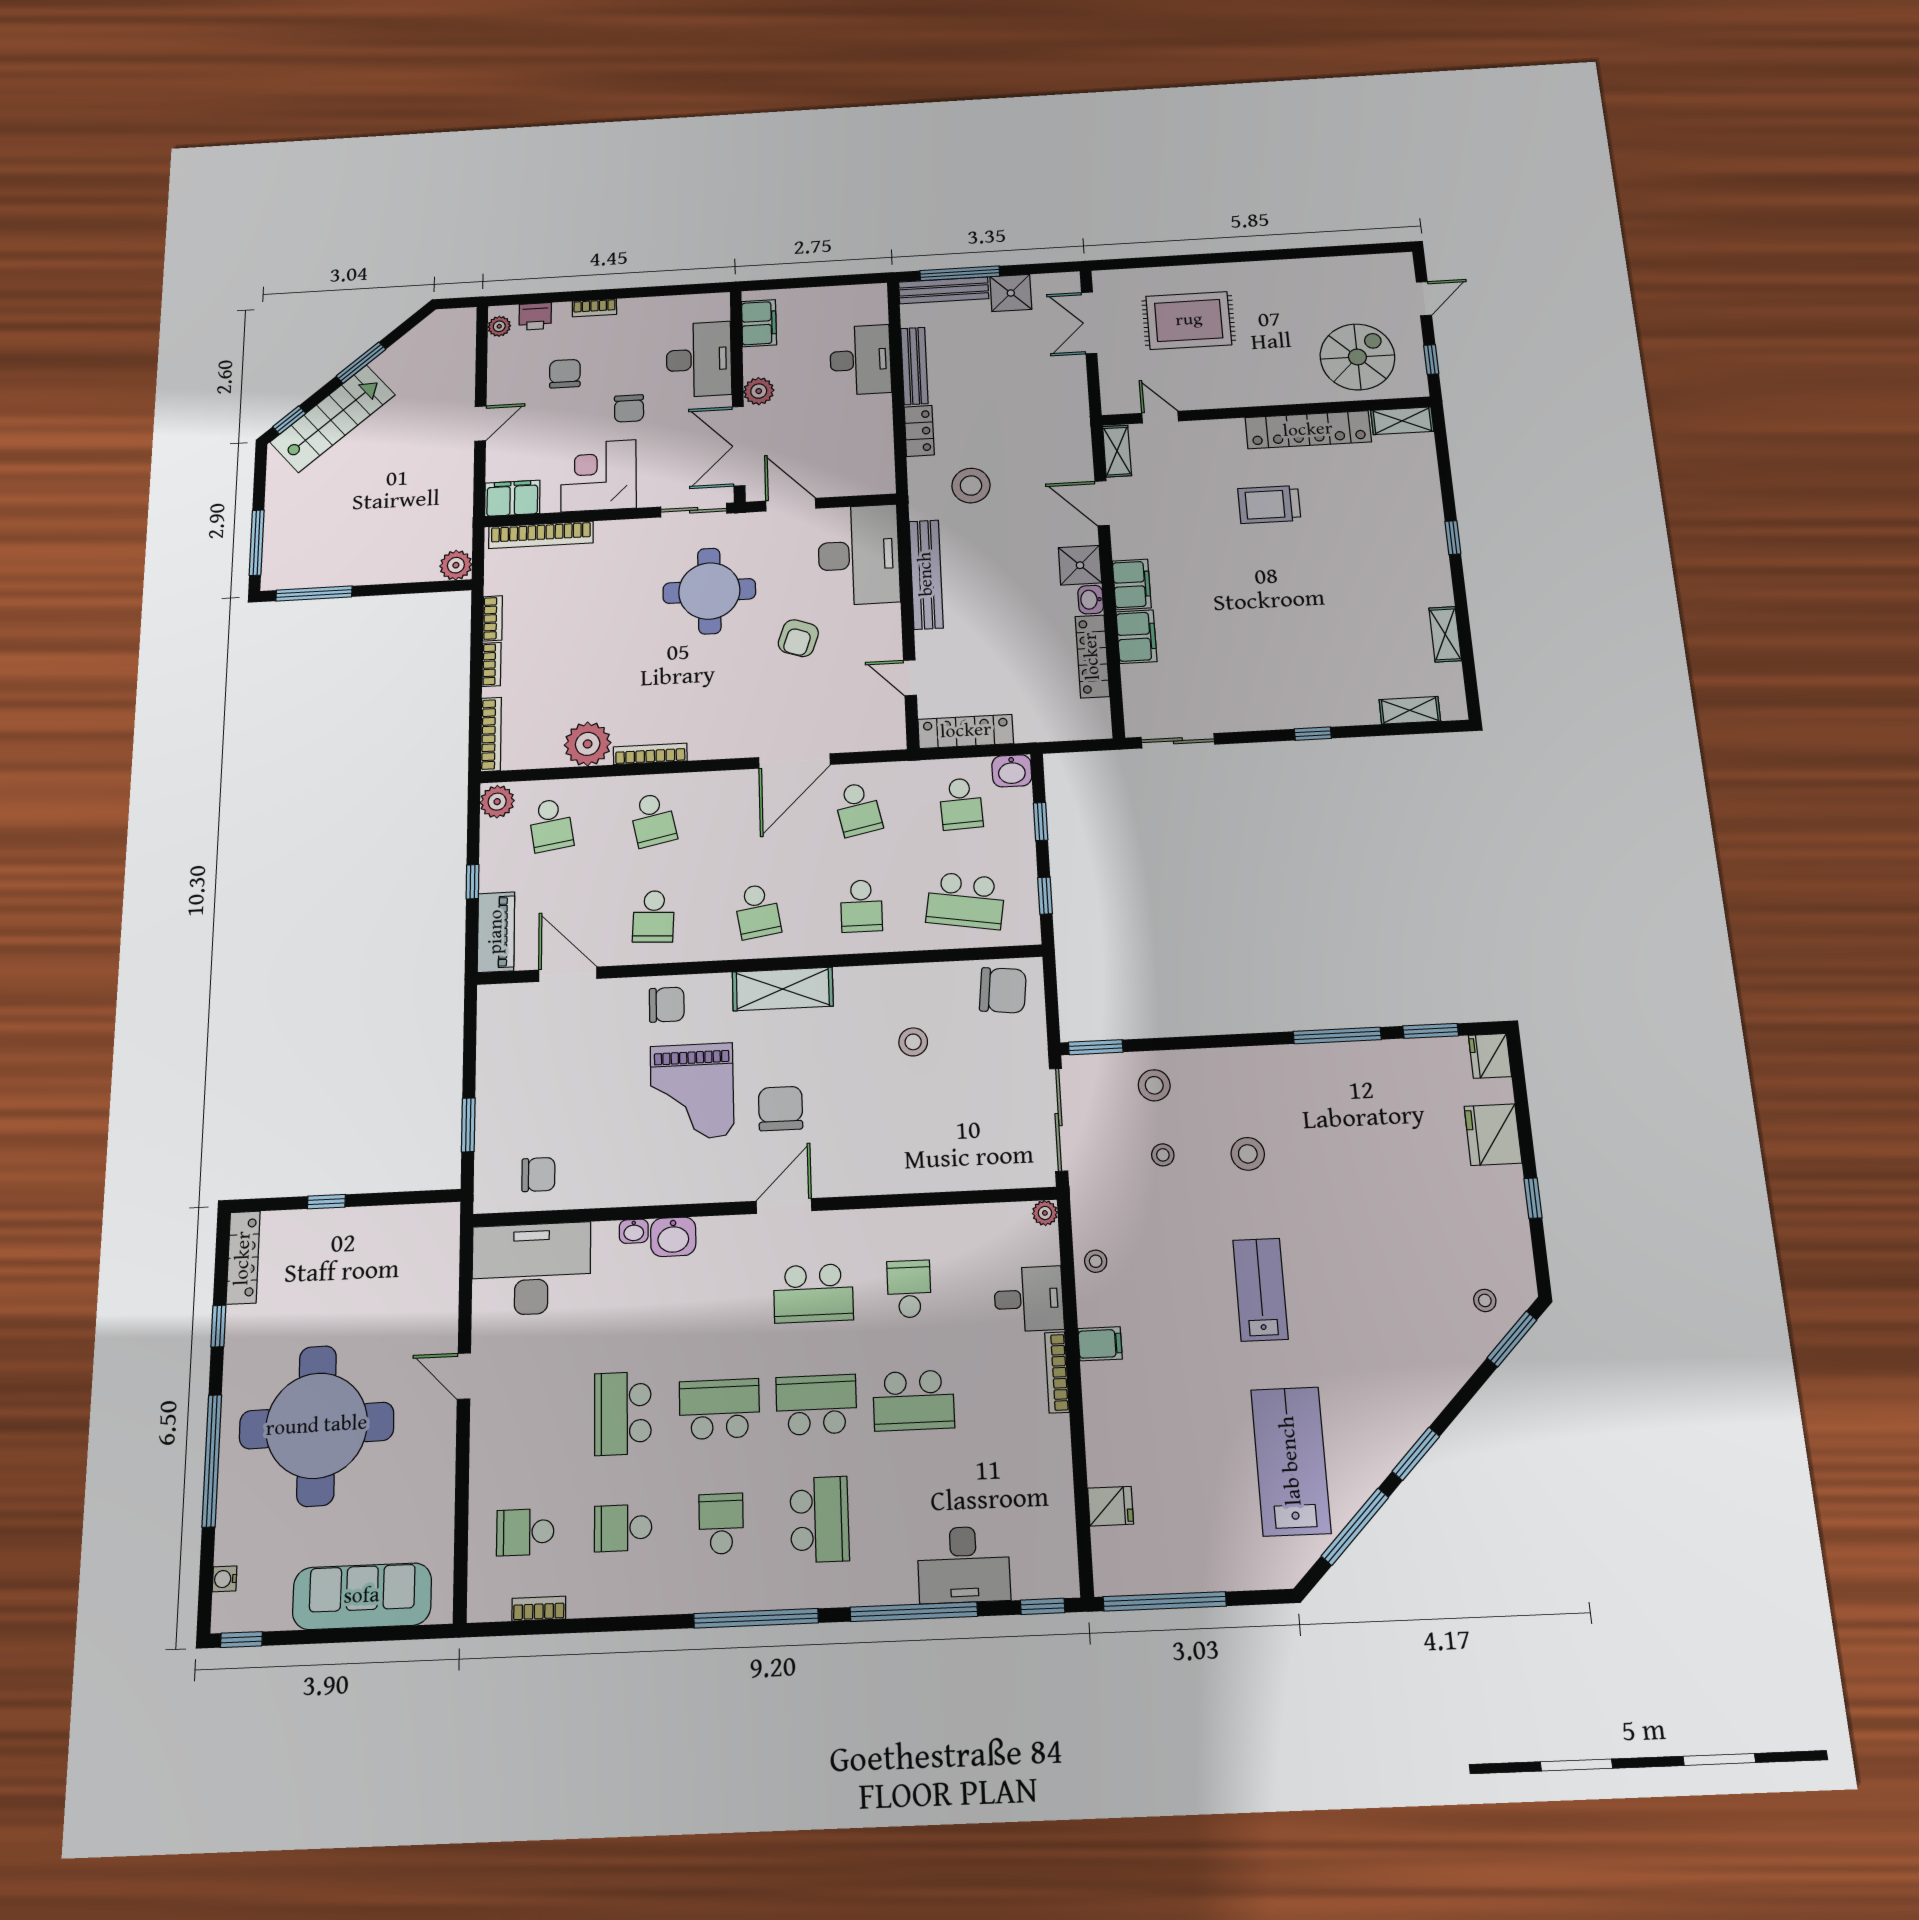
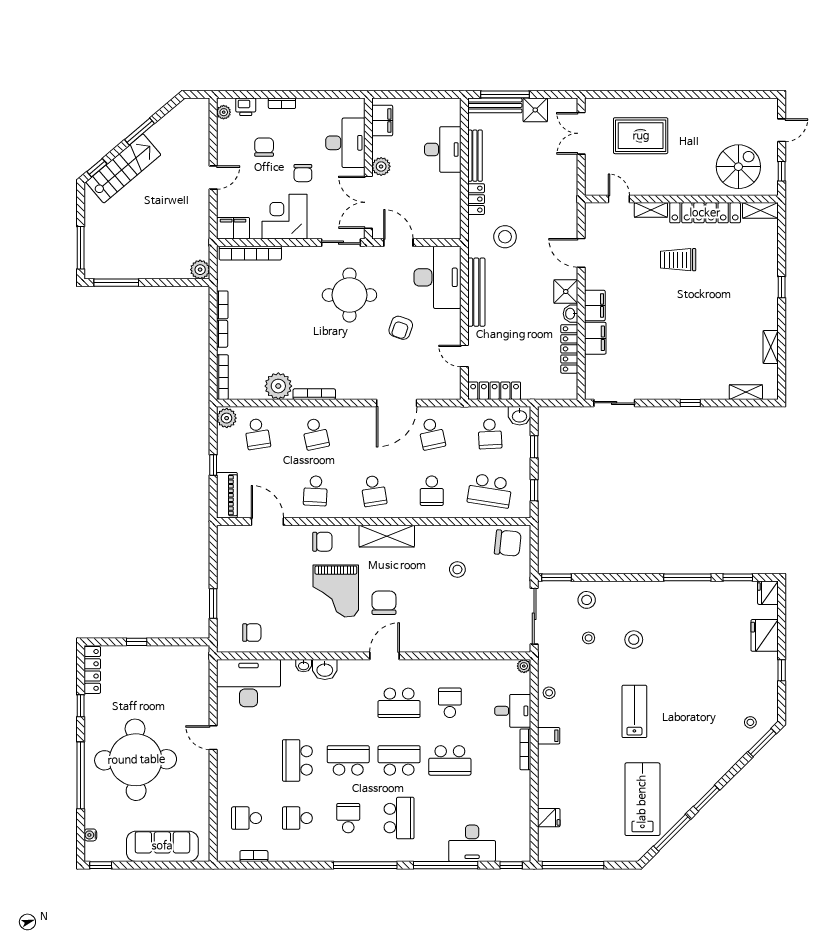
shelving: (1117, 451) -> (651, 210), moved, turned 90

